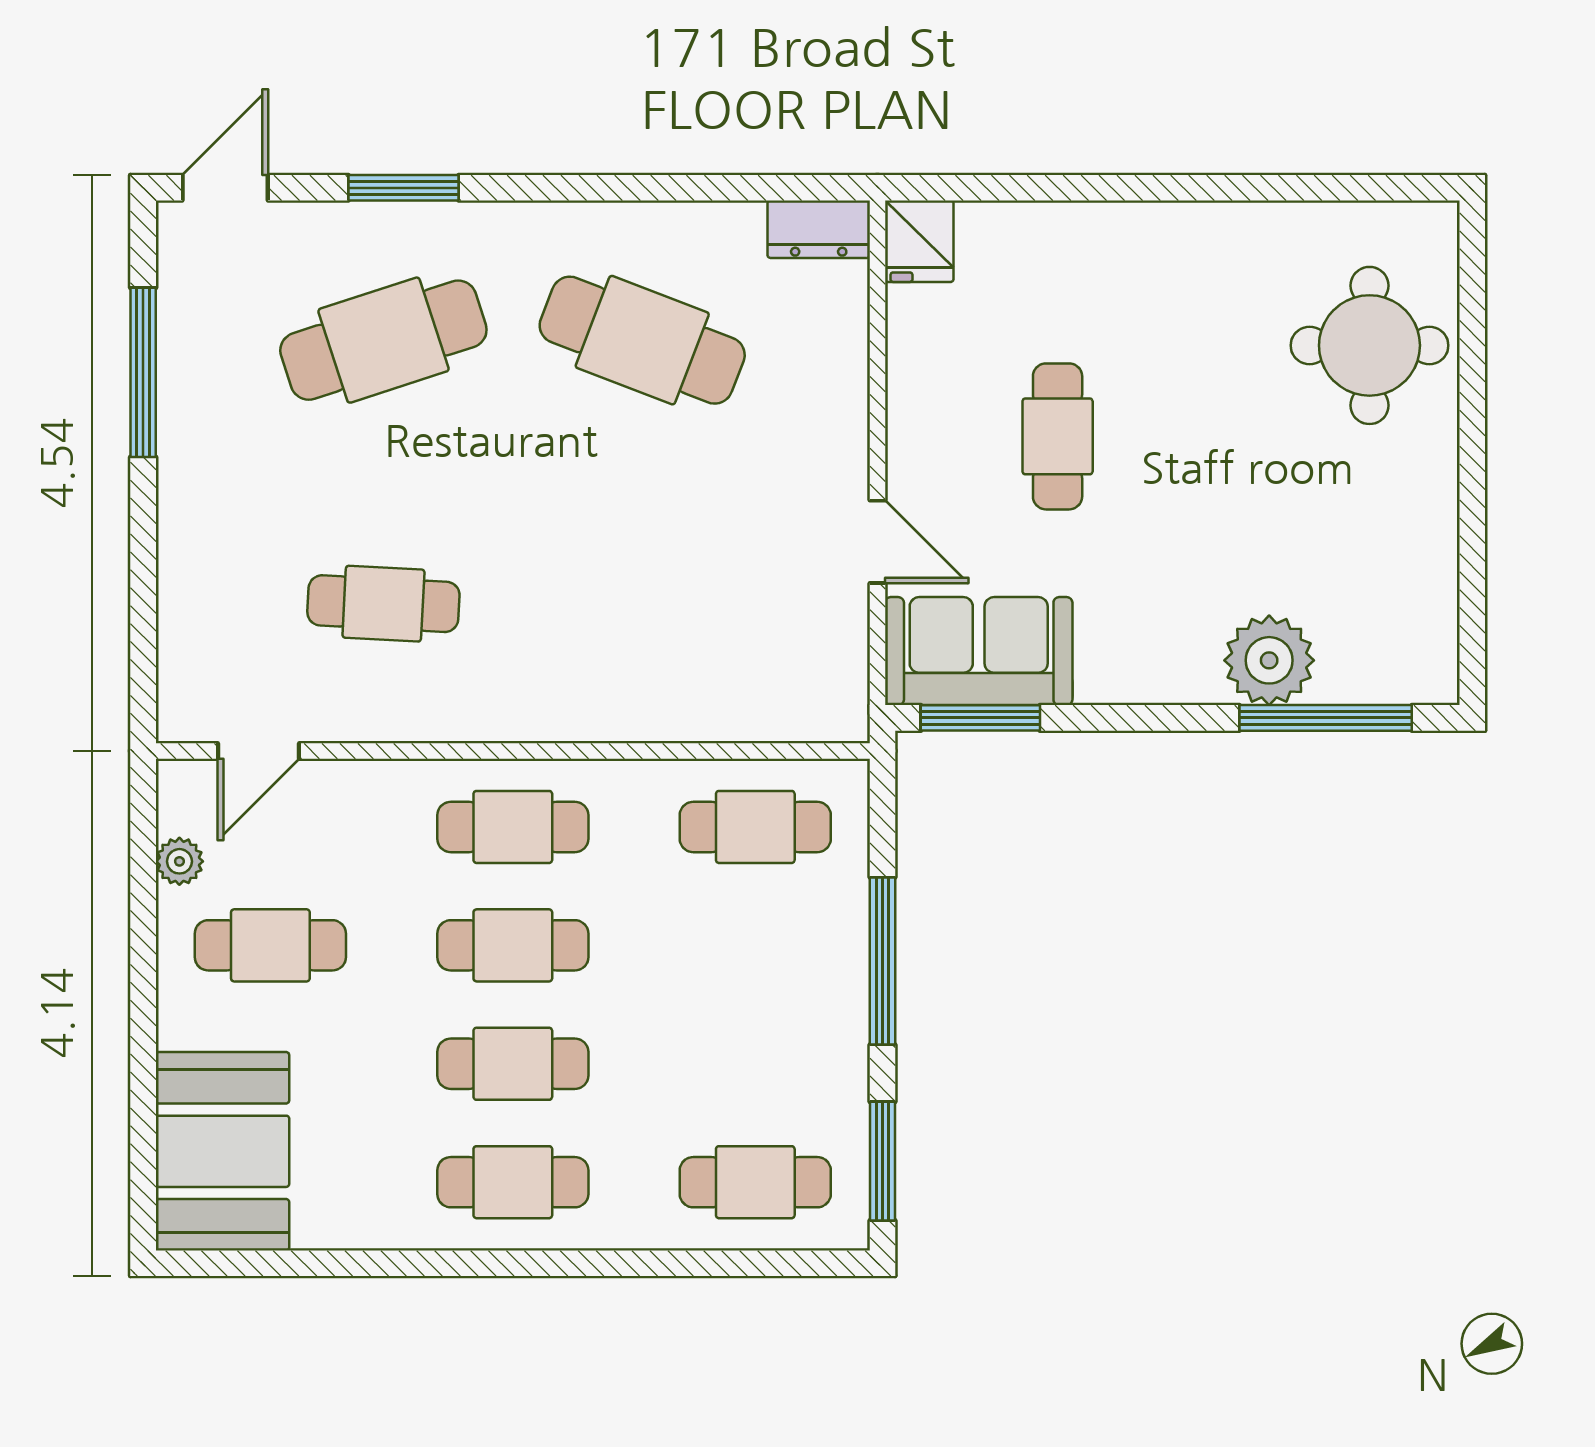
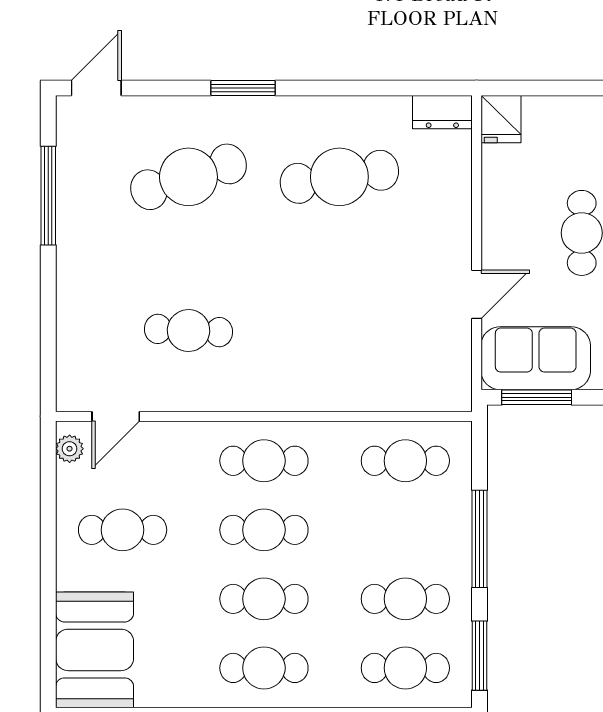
window: (403, 188) -> (243, 88), moved
cafe table: (642, 340) -> (339, 177), turned -30
door: (877, 542) -> (477, 294), hinge flipped
plant: (179, 861) -> (70, 449), moved
cafe table: (755, 1064) -> (405, 599), added

